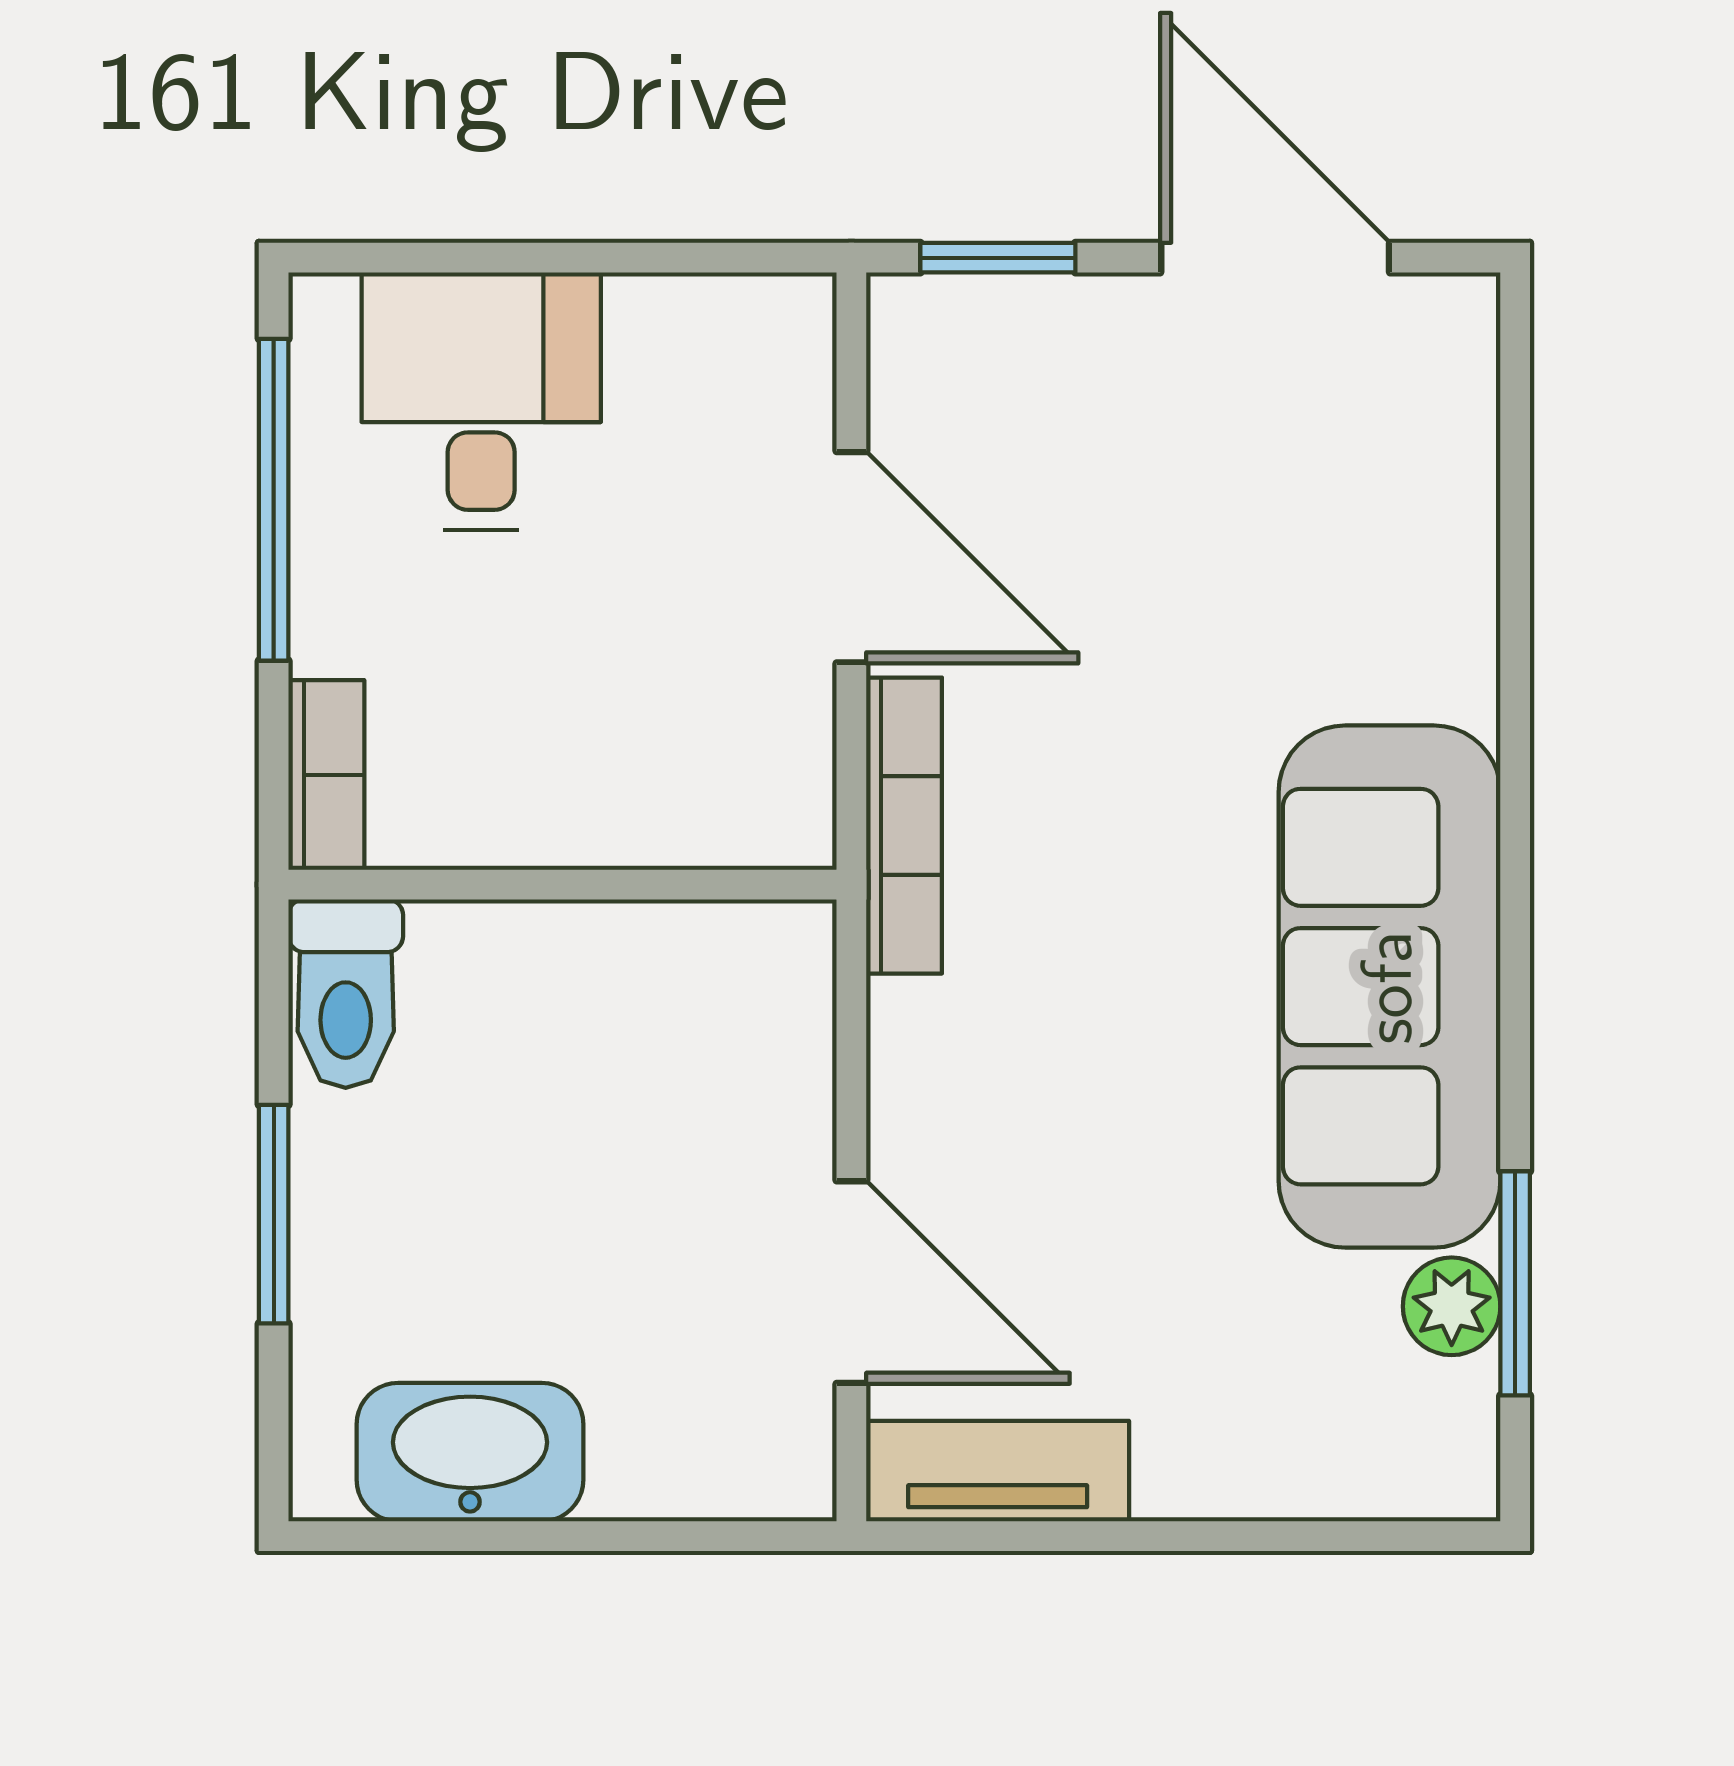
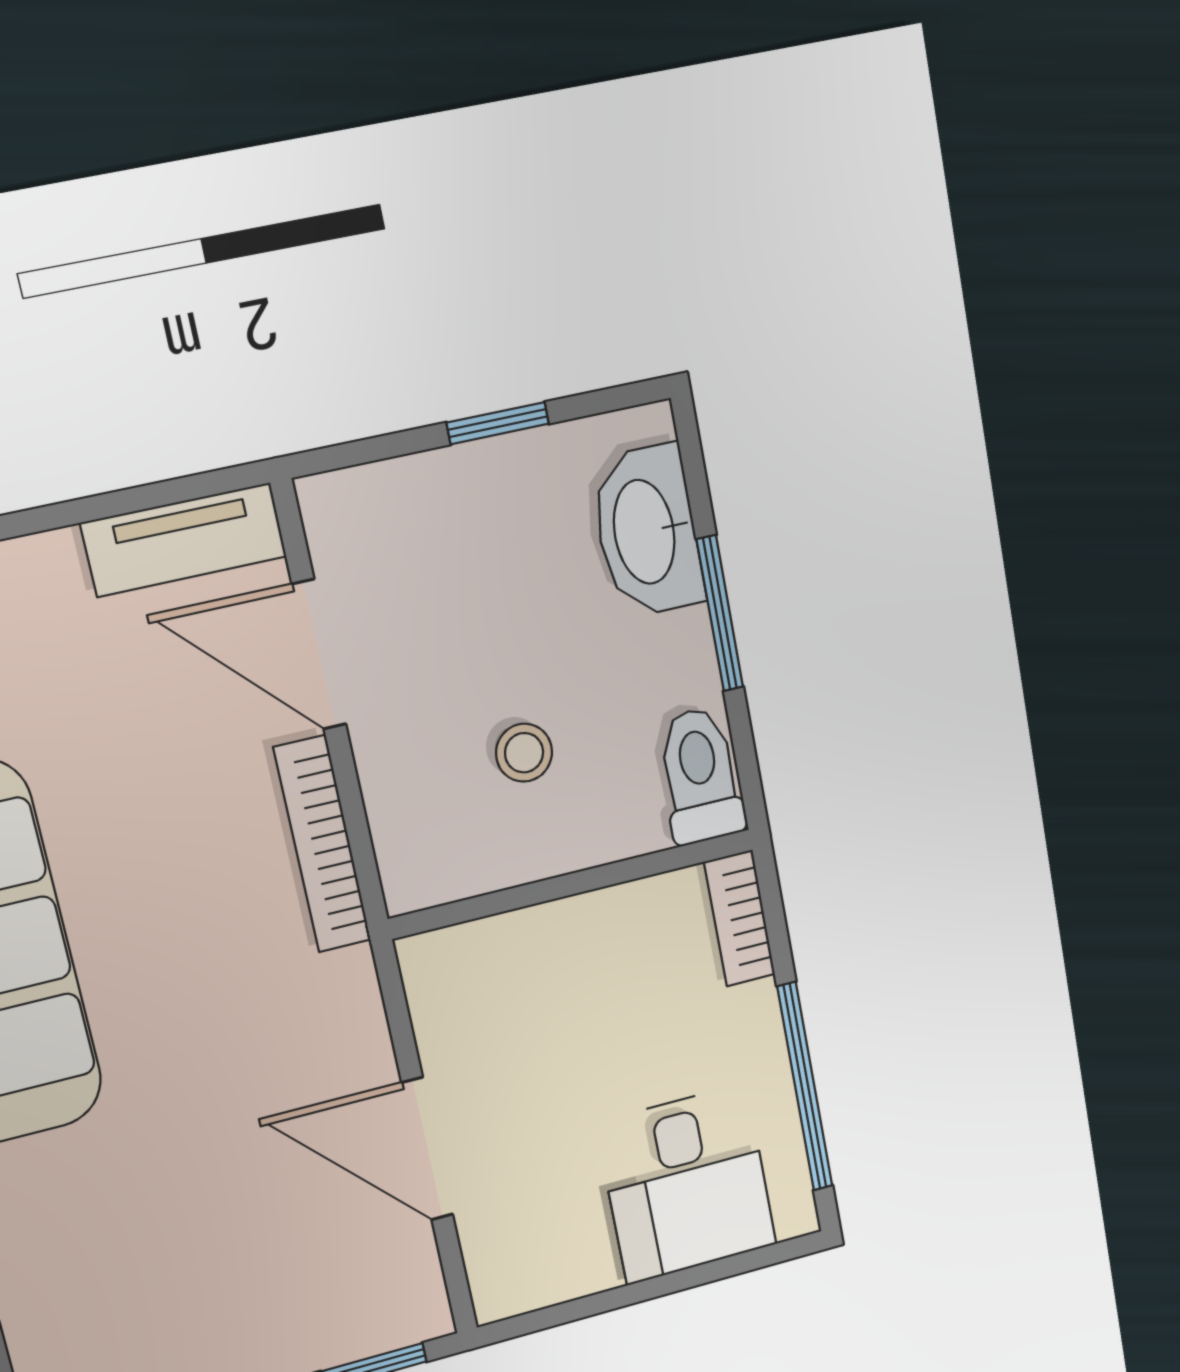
bookcase: (904, 826) -> (322, 844), moved
stool: (595, 1085) -> (524, 753), added
washbasin: (470, 1452) -> (647, 531), moved, turned 90
window: (539, 1536) -> (498, 423), added

